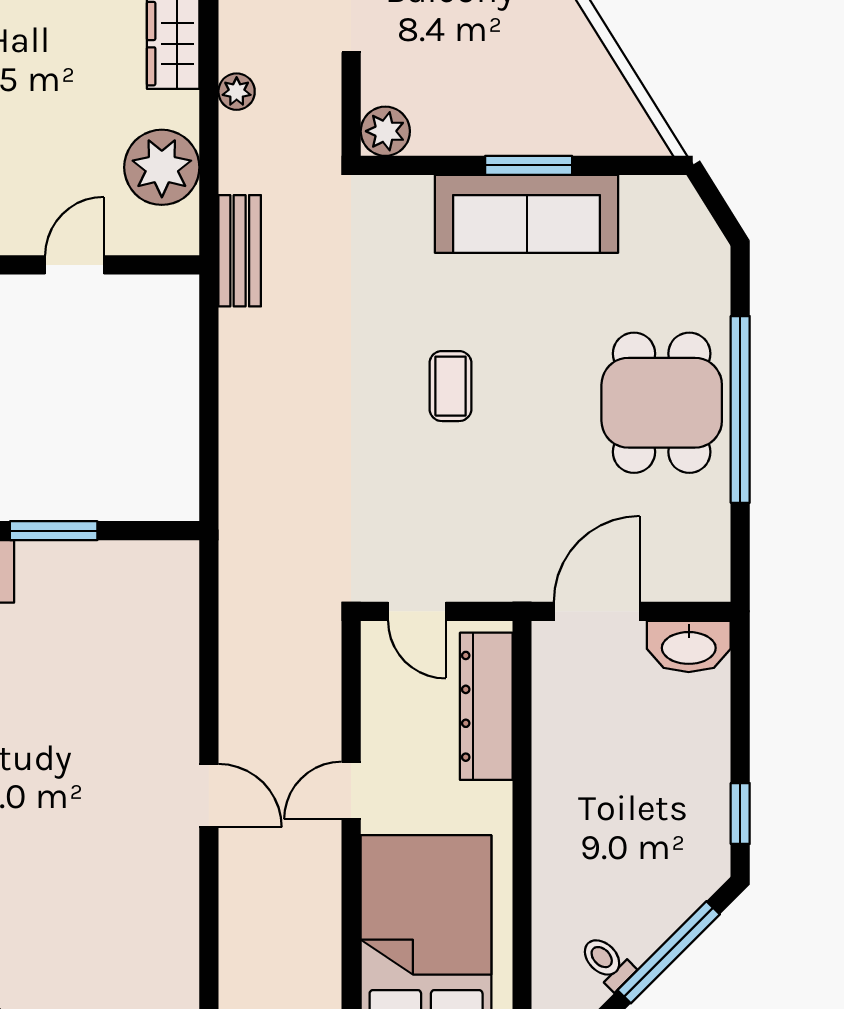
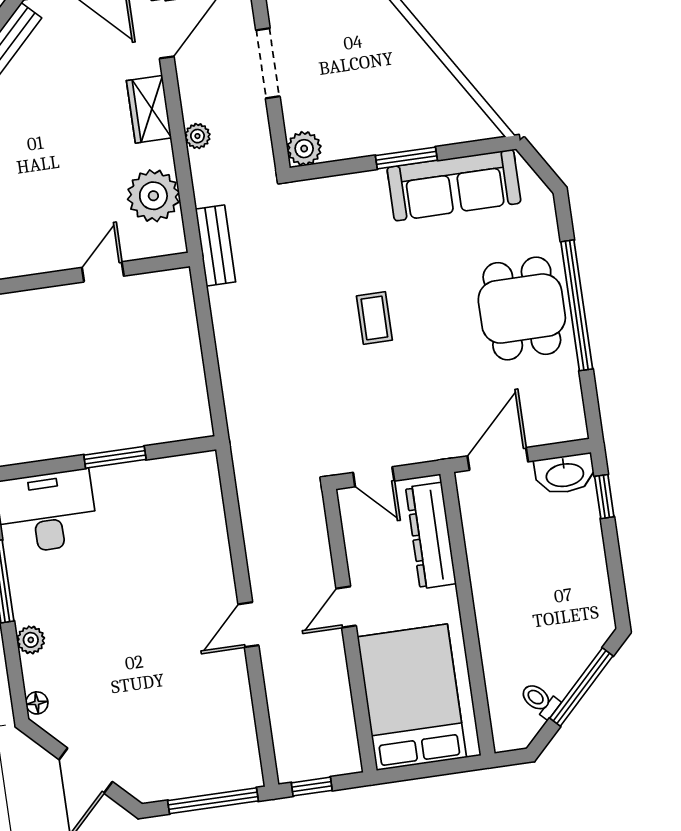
sofa: (527, 214) -> (454, 185), moved
door: (209, 796) -> (248, 625), swing flipped
window: (740, 814) -> (604, 497), moved

